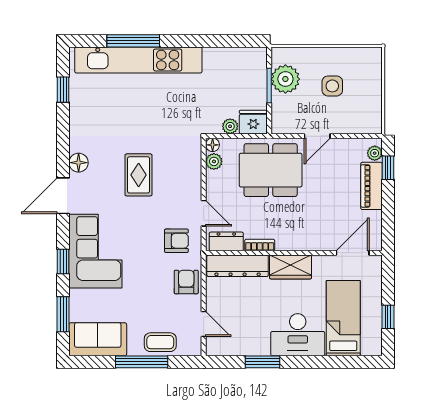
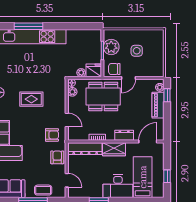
chair: (291, 120) -> (114, 69), added
rug: (139, 175) -> (31, 99), turned 90
dresser: (226, 241) -> (124, 135), moved

